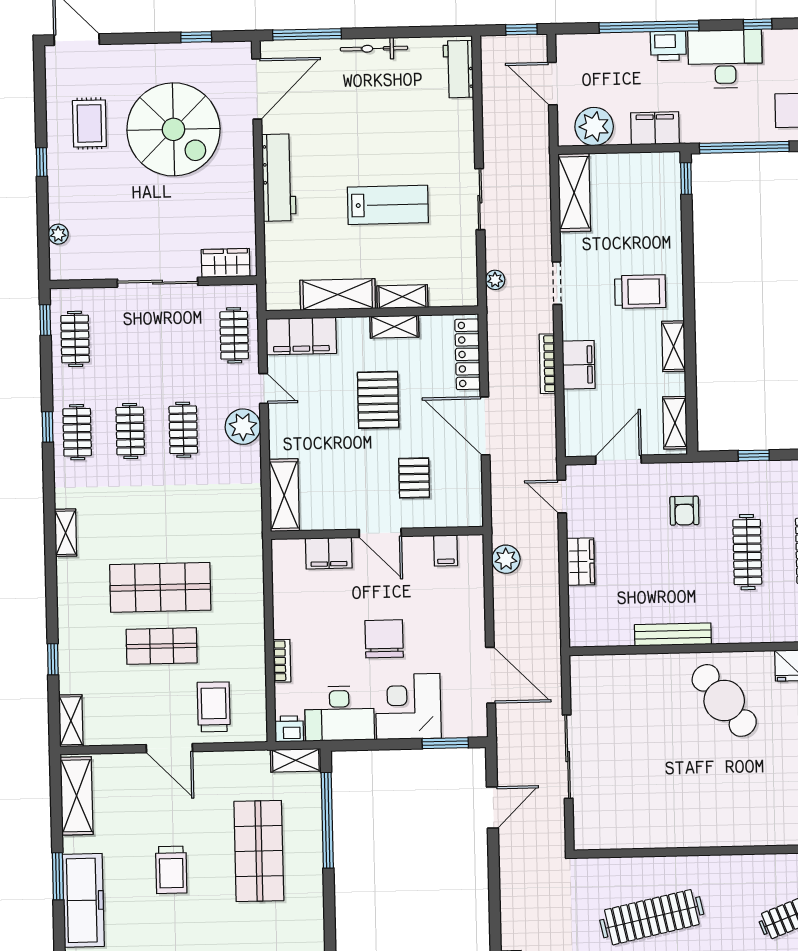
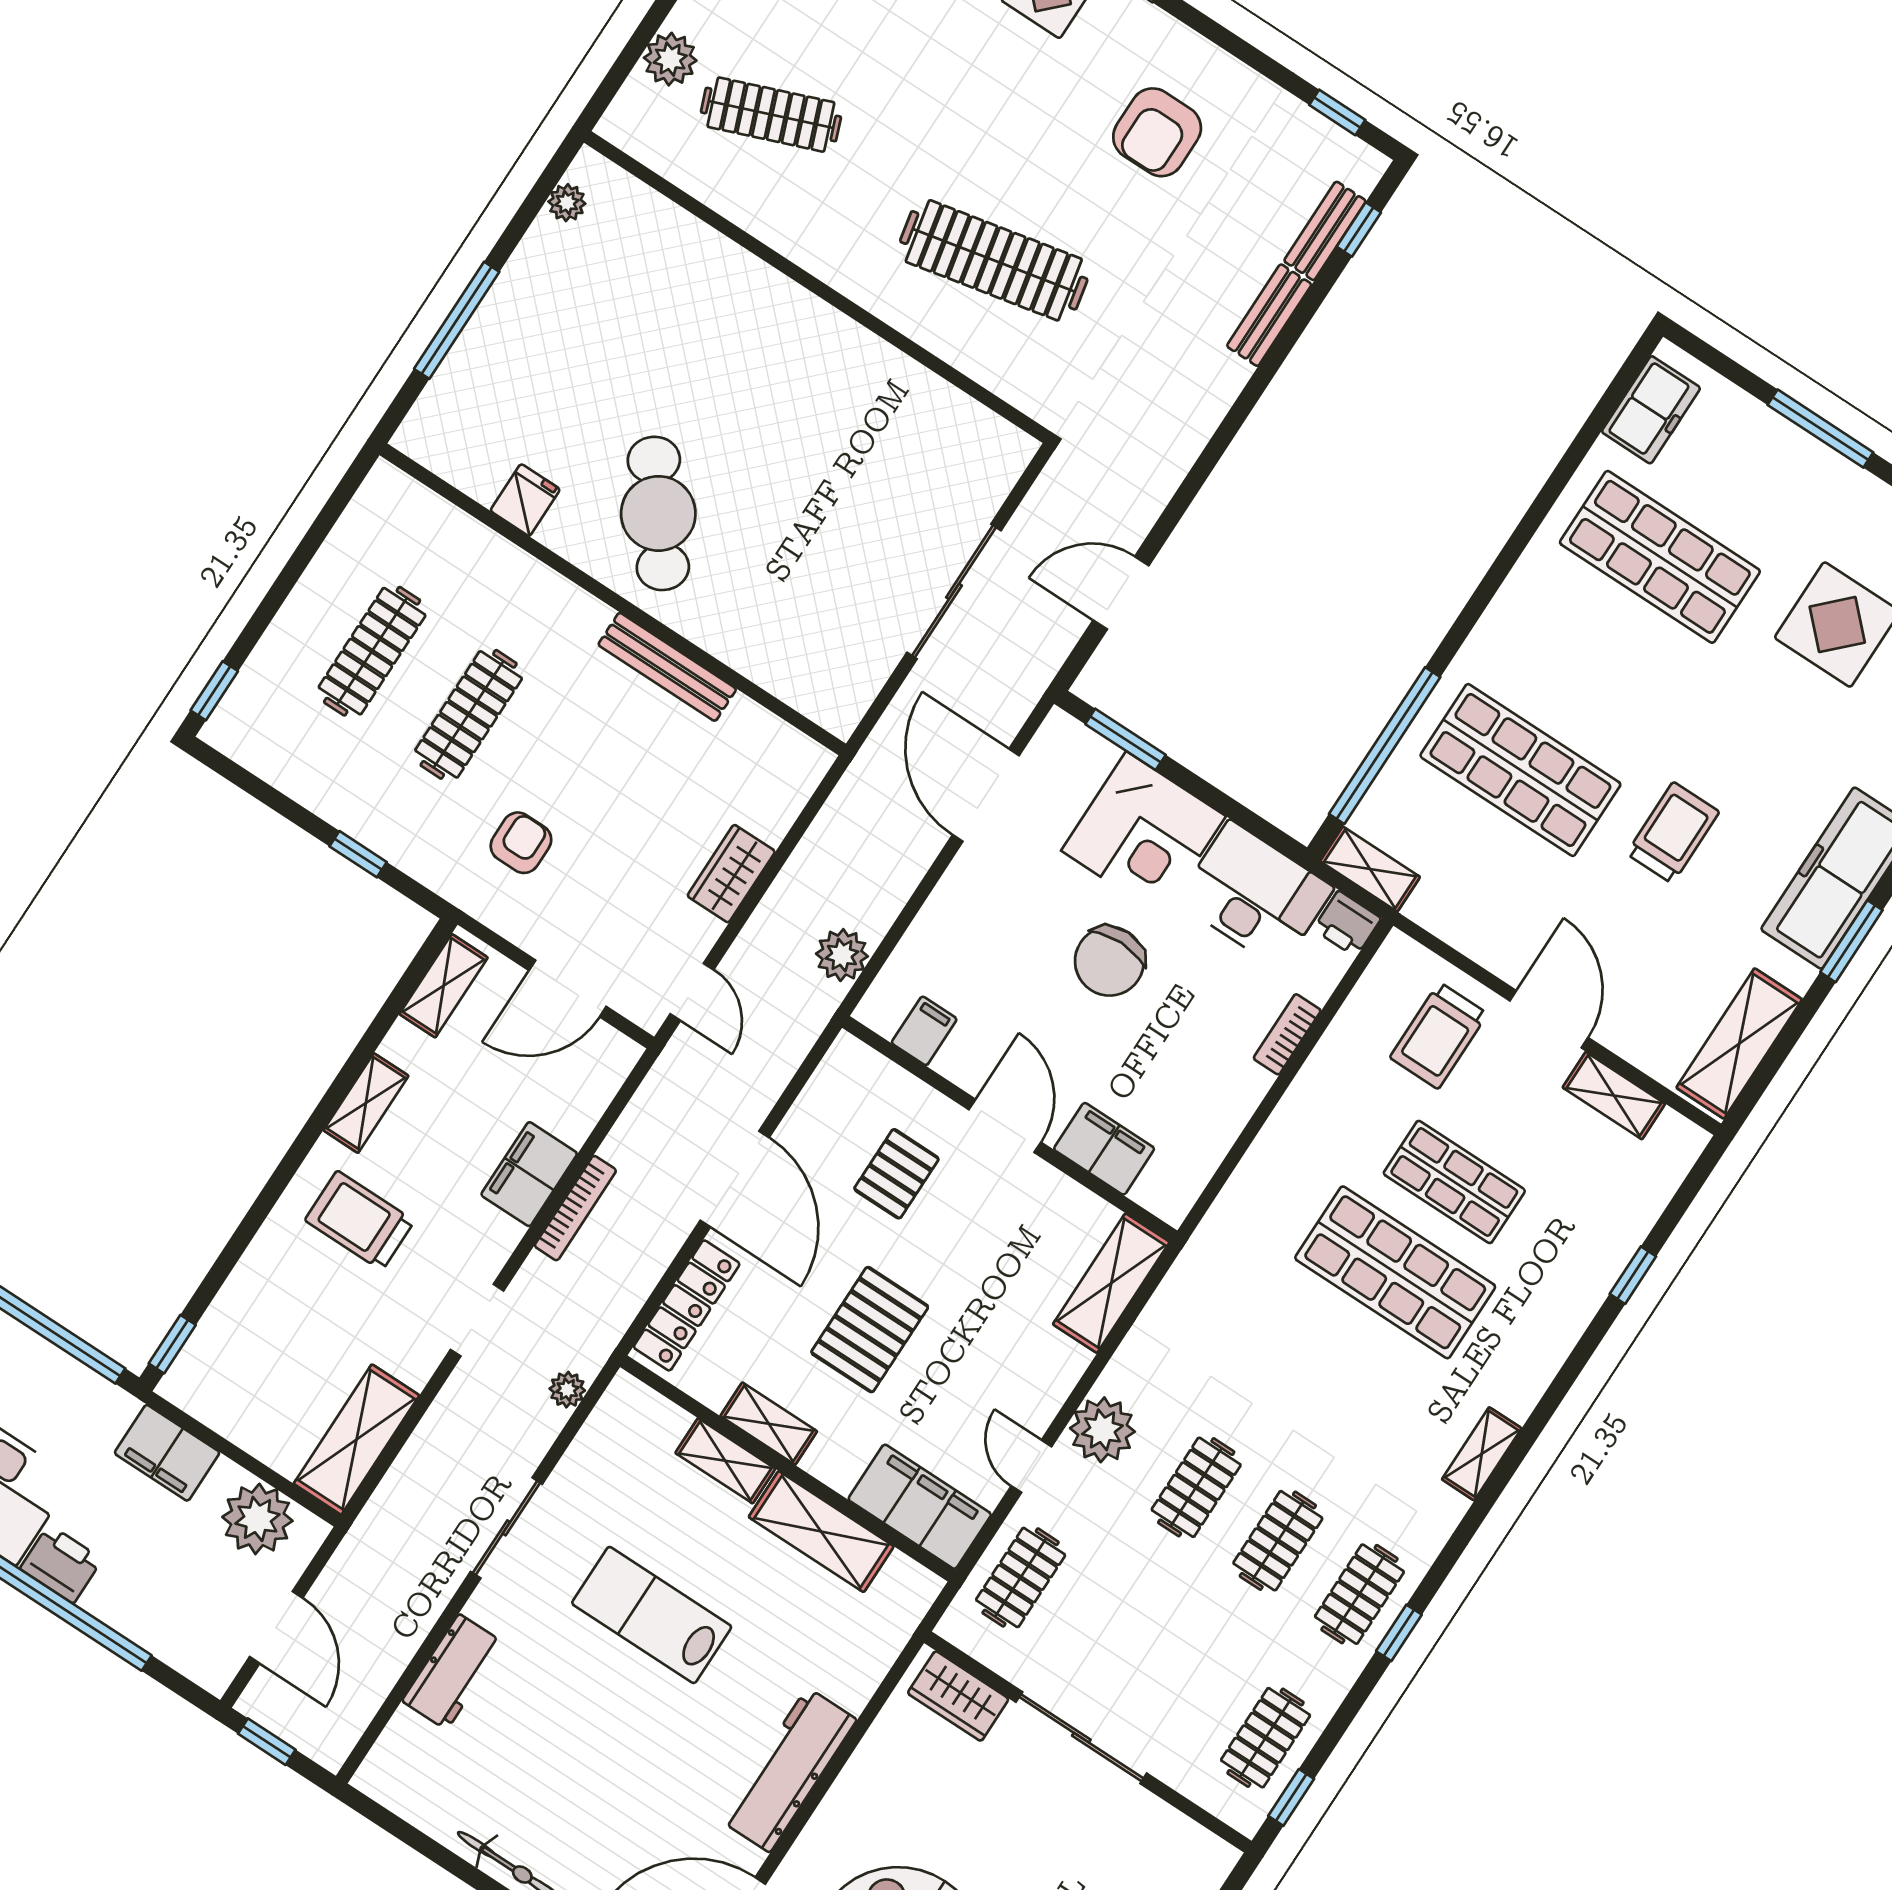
workbench: (458, 69) -> (453, 1672), moved
shelving: (71, 721) -> (1614, 1096), moved, turned 90
shop shelf: (259, 851) -> (1520, 770), turned 90

